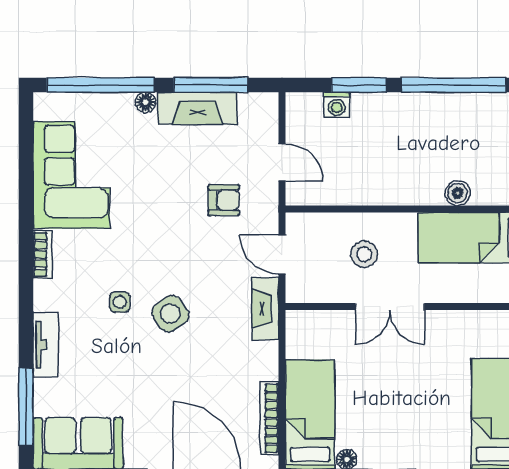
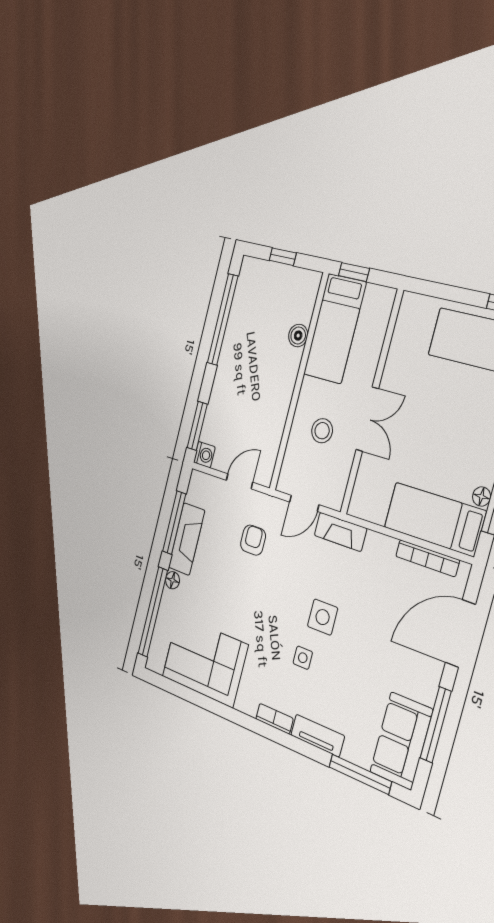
window: (359, 85) -> (197, 426), moved
washing machine: (337, 105) -> (204, 455), moved
bookcase: (43, 254) -> (274, 719), moved
side table: (170, 314) -> (323, 617), turned 35

